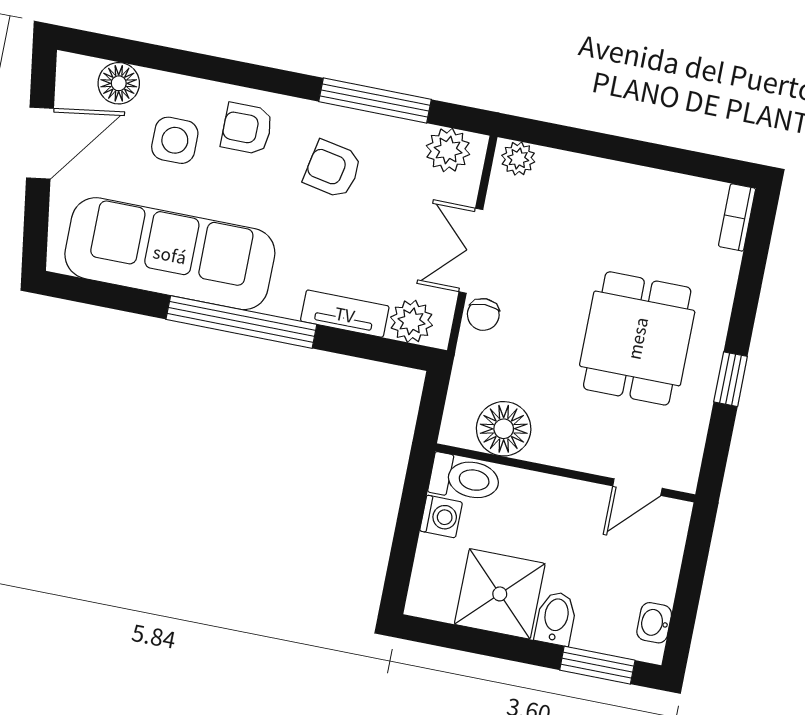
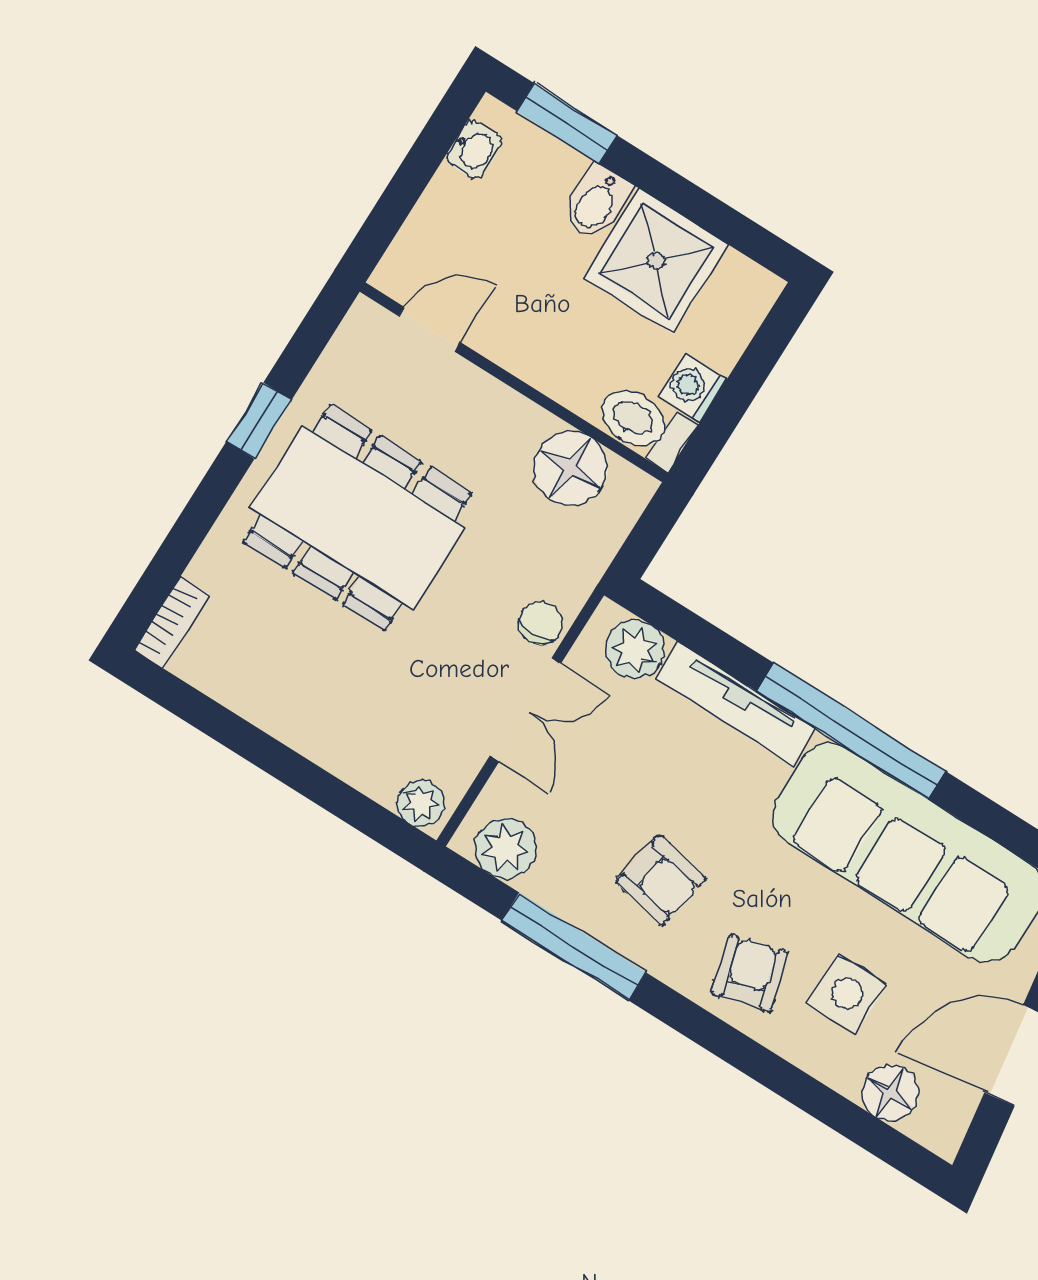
armchair: (247, 129) -> (750, 973), turned -105
tv unit: (345, 314) -> (736, 704), width x1.41
dining table: (637, 338) -> (357, 518), width x1.38

